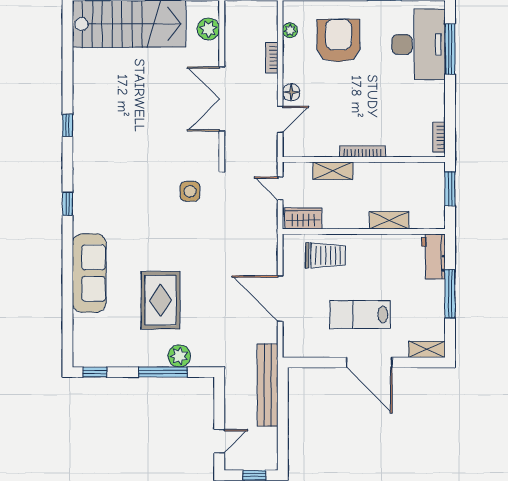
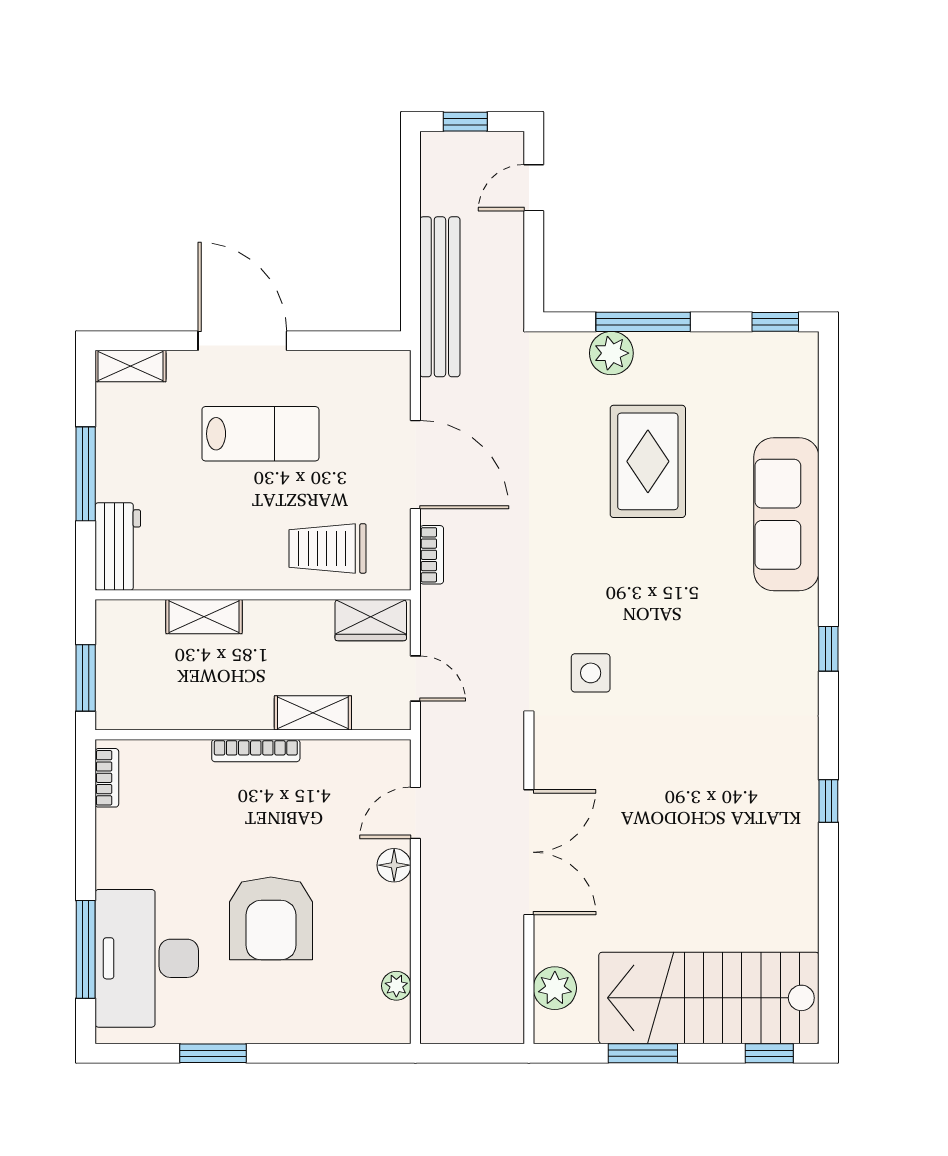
armchair: (338, 41) -> (271, 918), moved
bookcase: (272, 58) -> (432, 555), moved

